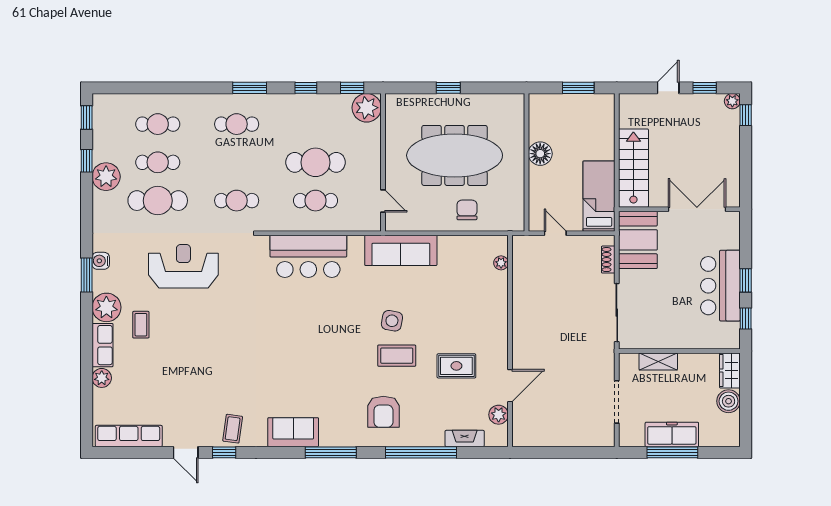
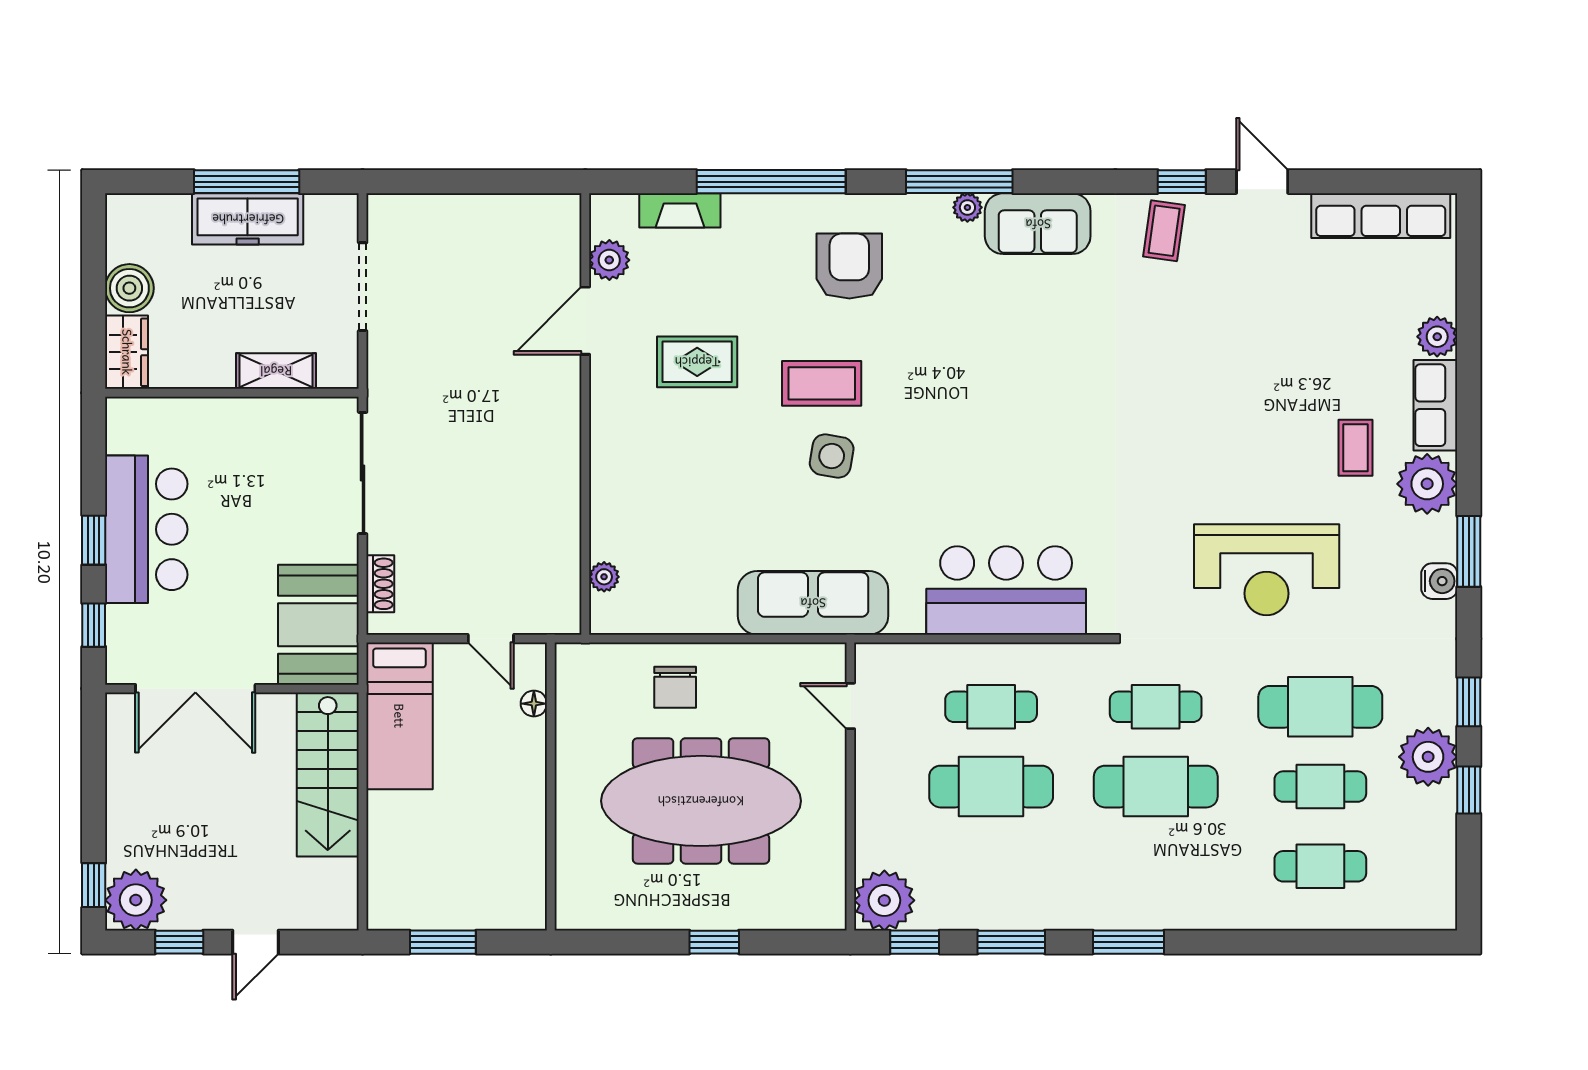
window: (306, 88) -> (1011, 942), width x1.50
plant: (732, 101) -> (136, 900), width x1.87, depth x1.87
window: (87, 117) -> (1469, 702), moved
cafe table: (237, 124) -> (1156, 787), moved, width x1.37, depth x1.35
floor lamp: (540, 154) -> (534, 704), moved, width x0.53, depth x0.53
window: (746, 318) -> (94, 625), moved
plant: (327, 440) -> (967, 207), added

